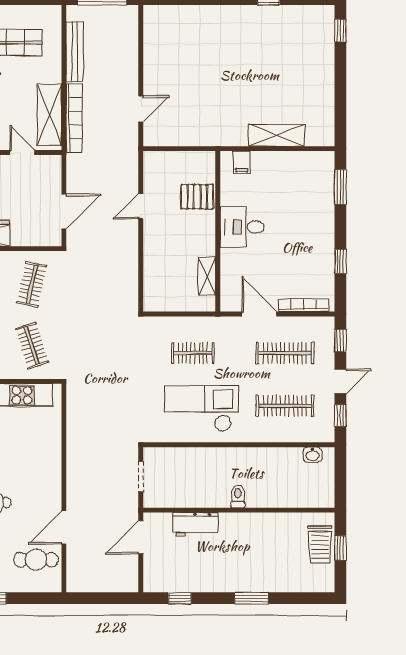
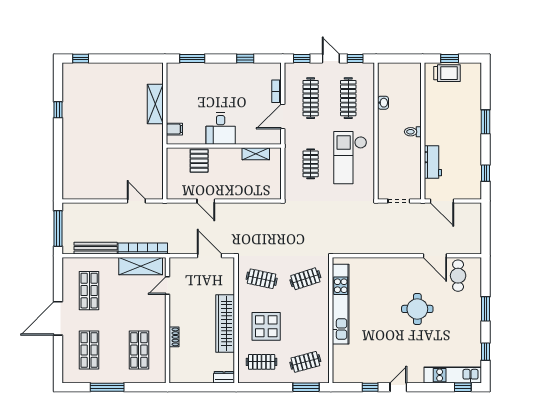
bookcase: (304, 305) -> (277, 91), width x0.64
washbasin: (312, 455) -> (383, 103), moved

